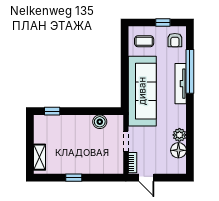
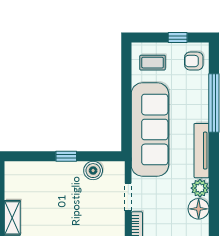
armchair: (175, 40) -> (194, 61), turned 90
tv unit: (181, 84) -> (201, 151), moved
window: (52, 111) -> (66, 156), moved

